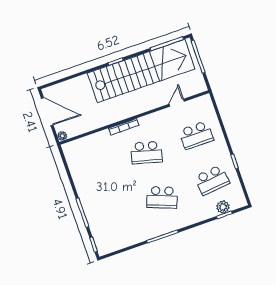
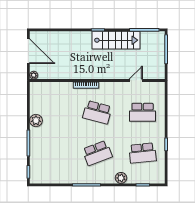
stairs: (141, 71) -> (116, 40), width x0.54, depth x0.66
plant: (82, 185) -> (36, 120), added
school desk: (162, 197) -> (97, 153), turned -42
plant: (223, 207) -> (121, 178), moved

